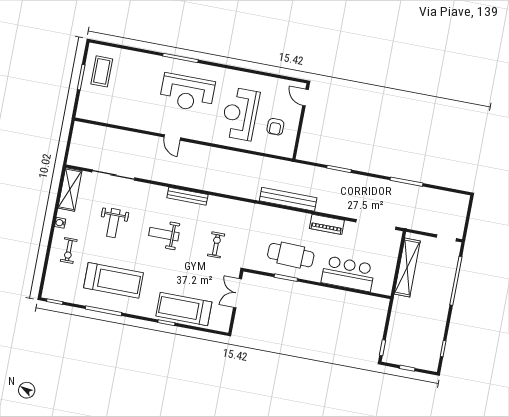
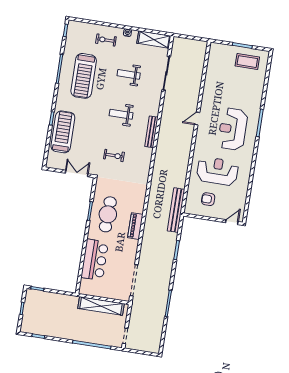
bench: (288, 199) -> (176, 210), moved
piano: (327, 224) -> (135, 226), moved
weight bench: (164, 234) -> (121, 114), turned -90

